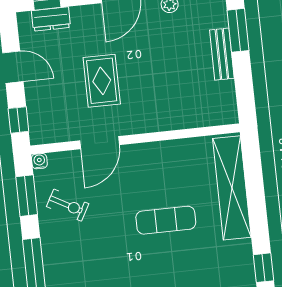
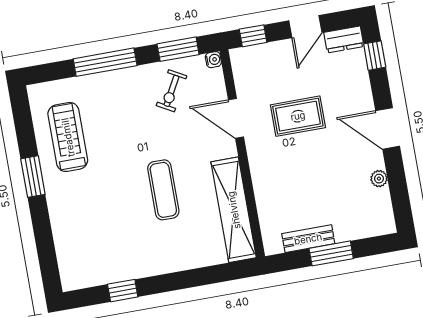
dresser: (51, 19) -> (344, 39), moved, turned -90
window: (238, 30) -> (331, 253), moved
bench: (222, 54) -> (308, 239), moved
shelving: (232, 188) -> (234, 210), moved, turned 90

